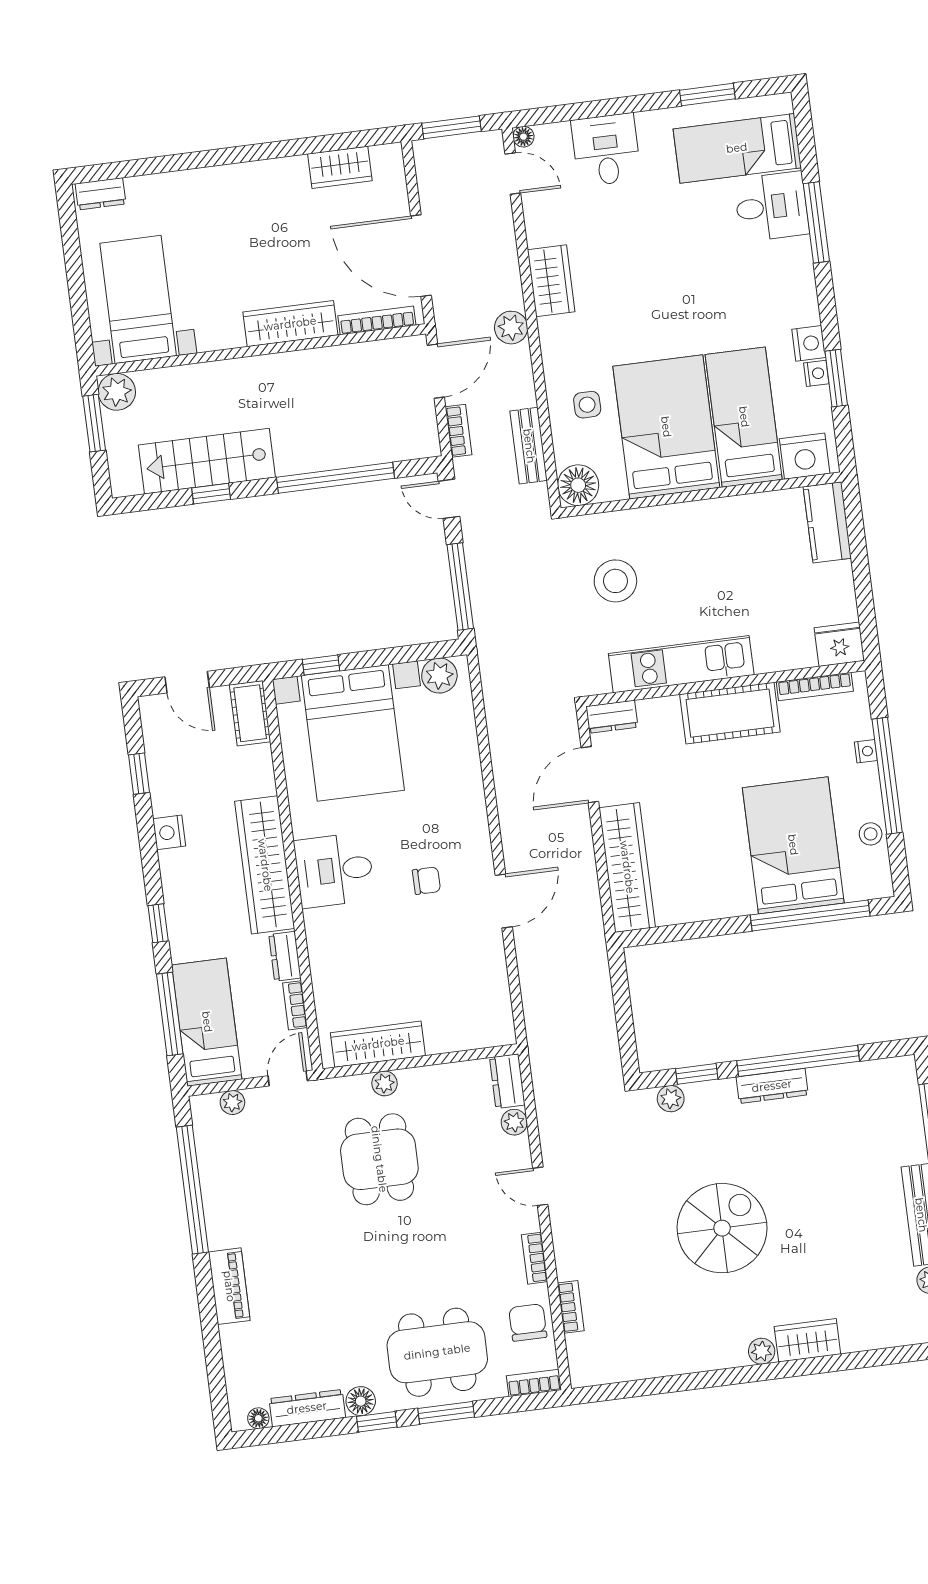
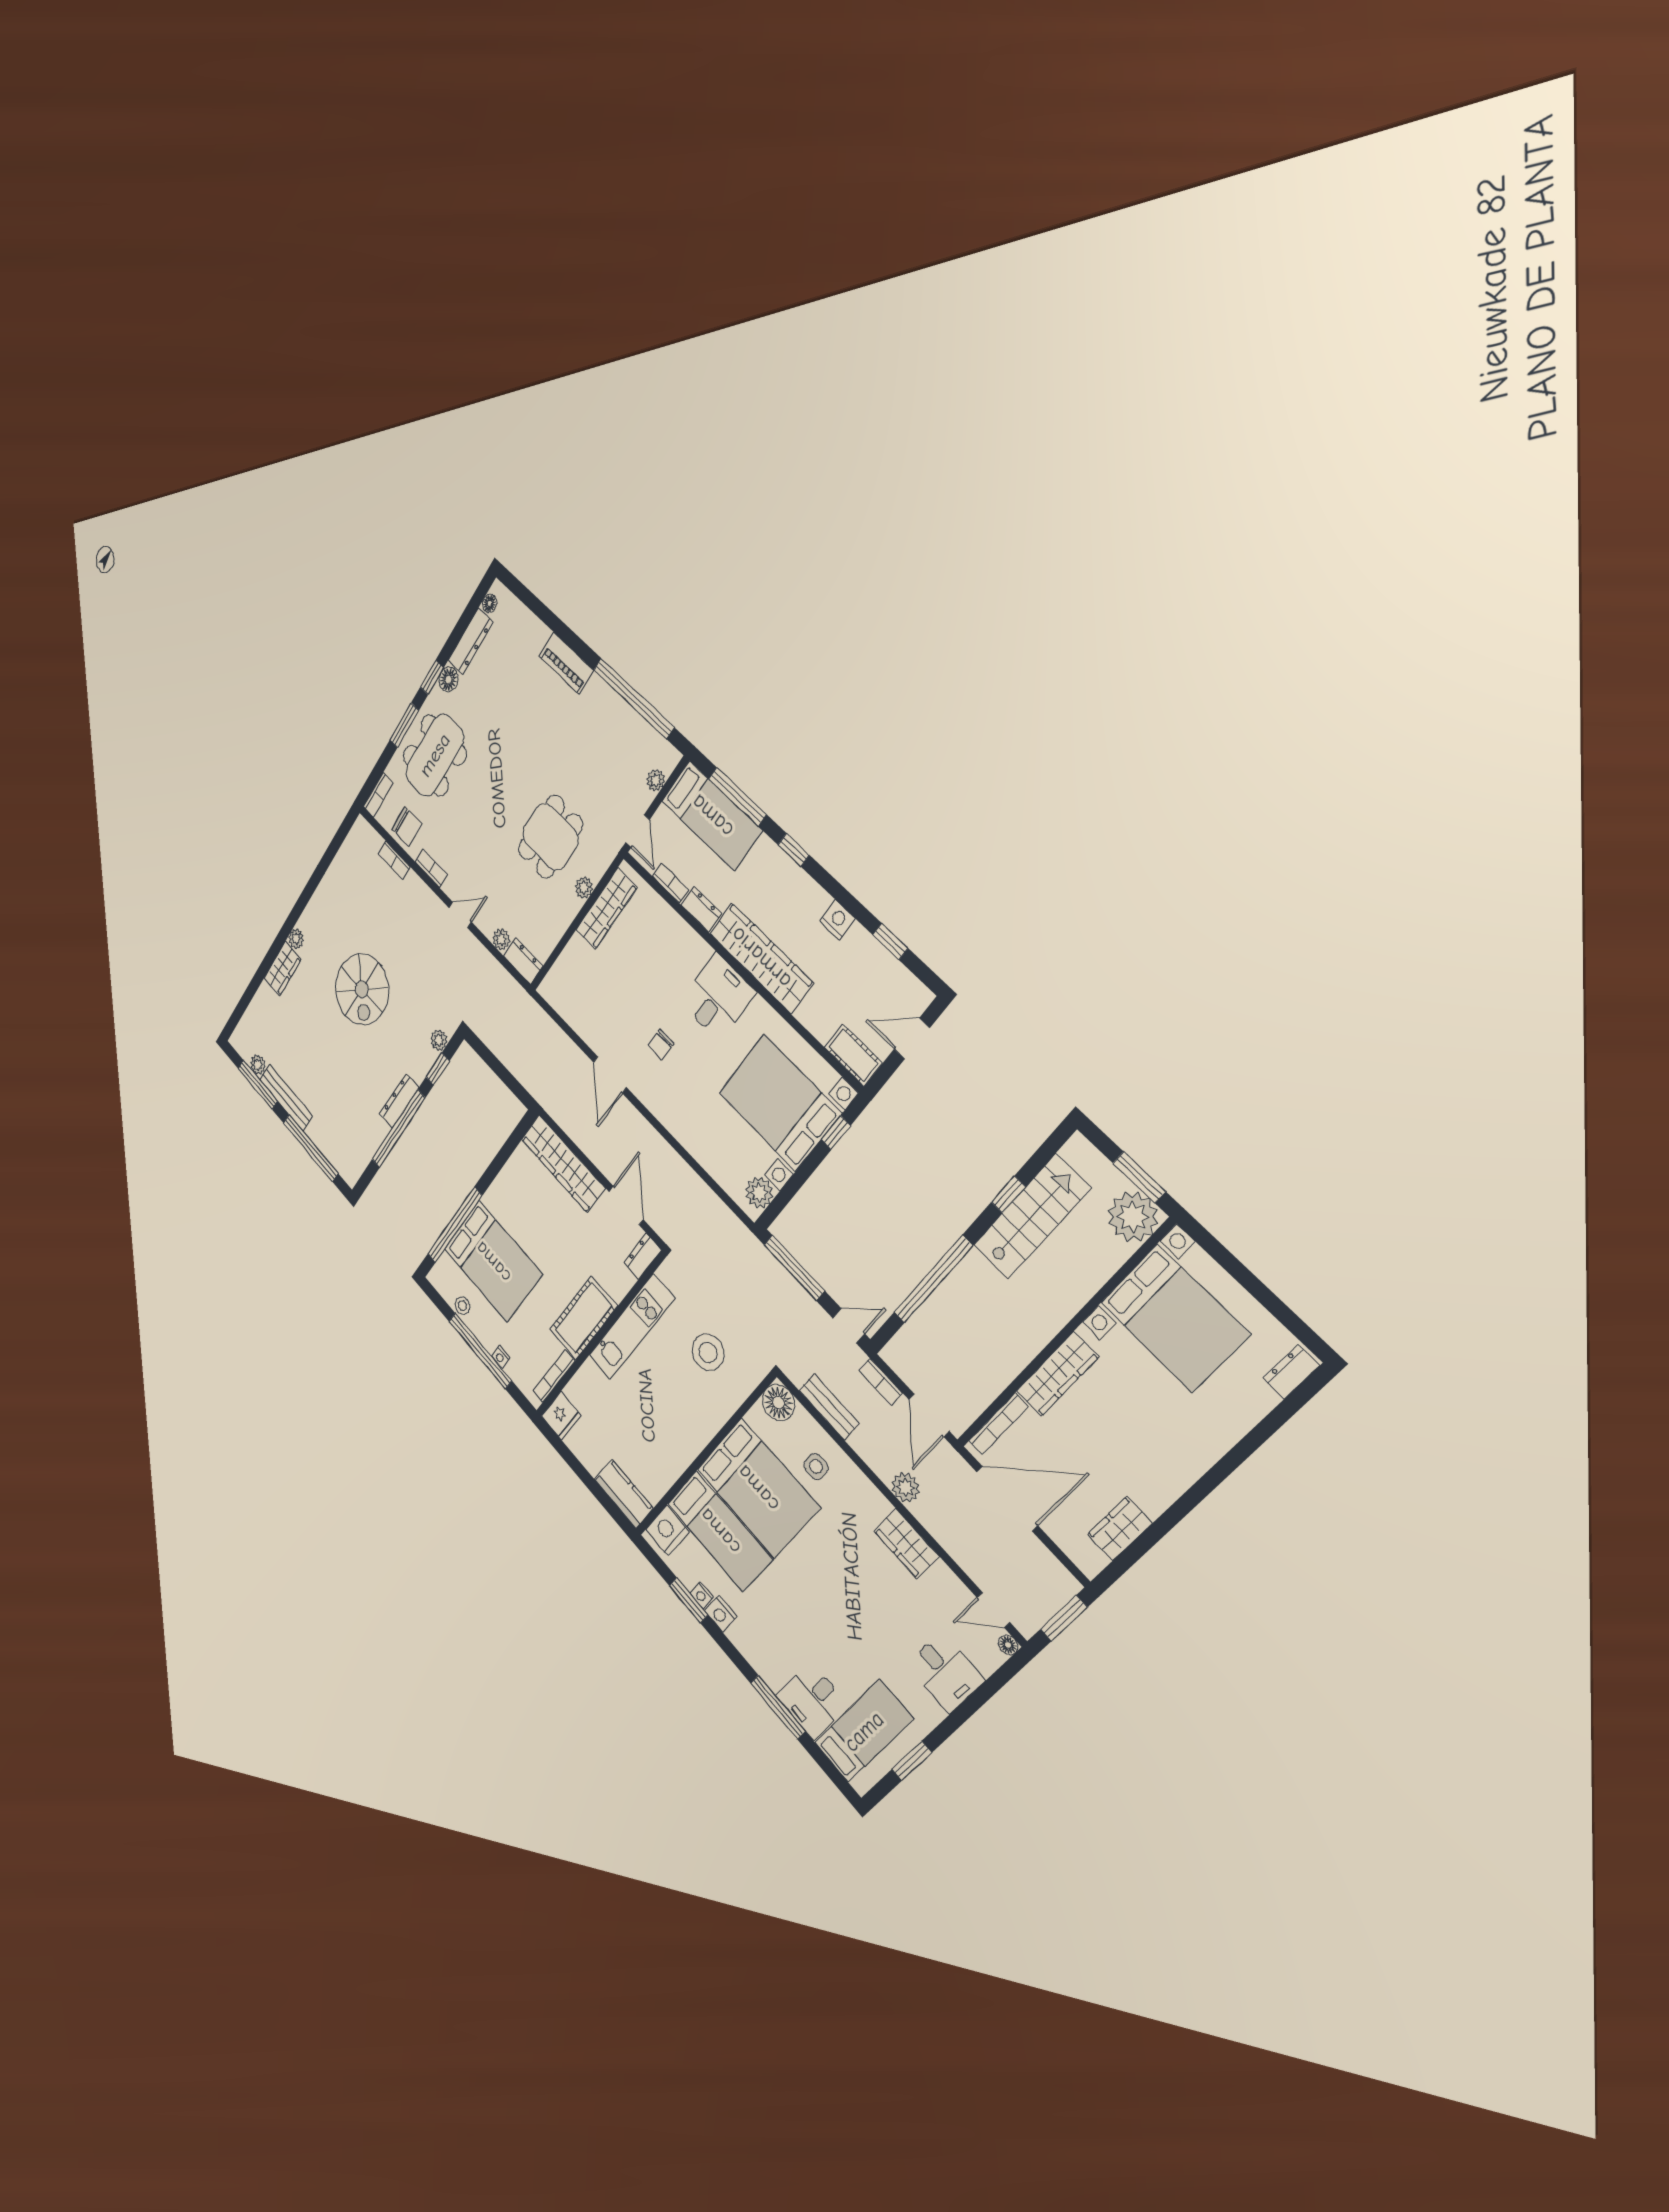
bed with nightstands: (138, 299) -> (1175, 1318), width x1.36
plant: (117, 392) -> (1133, 1217), width x1.36, depth x1.36
dining table: (379, 1159) -> (550, 837), turned 90

